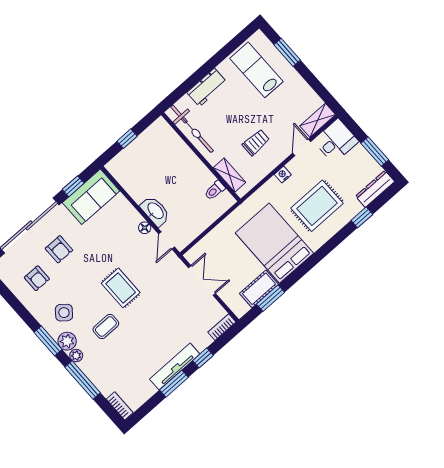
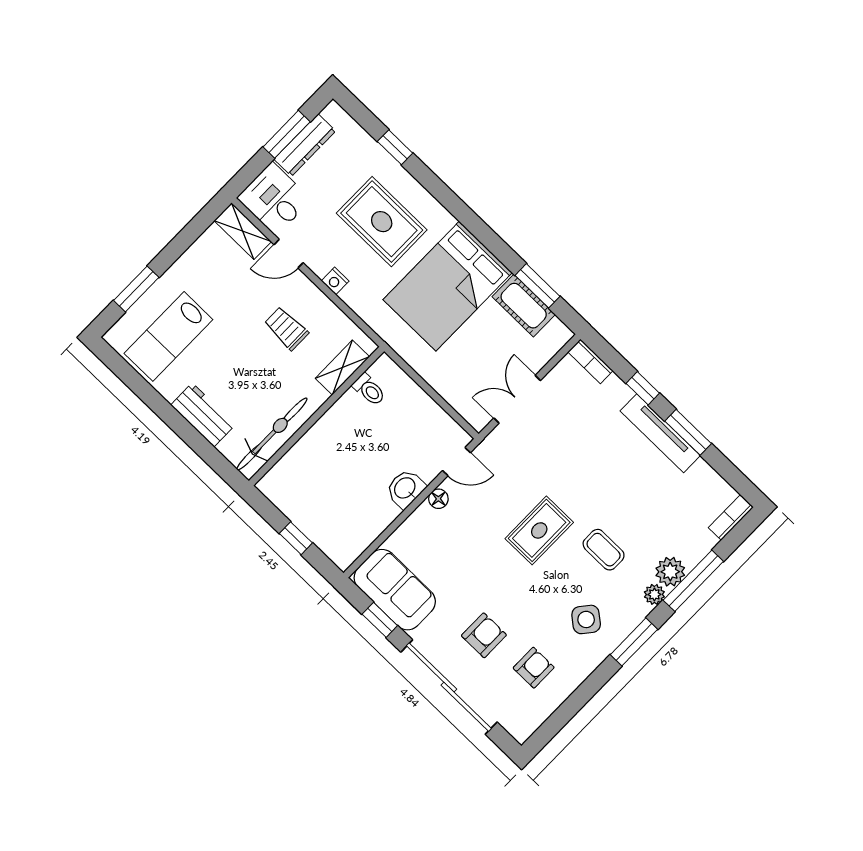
dresser: (375, 189) -> (305, 145), moved, turned -90
washbasin: (155, 211) -> (405, 489), width x0.72
plant: (67, 341) -> (670, 572), moved

